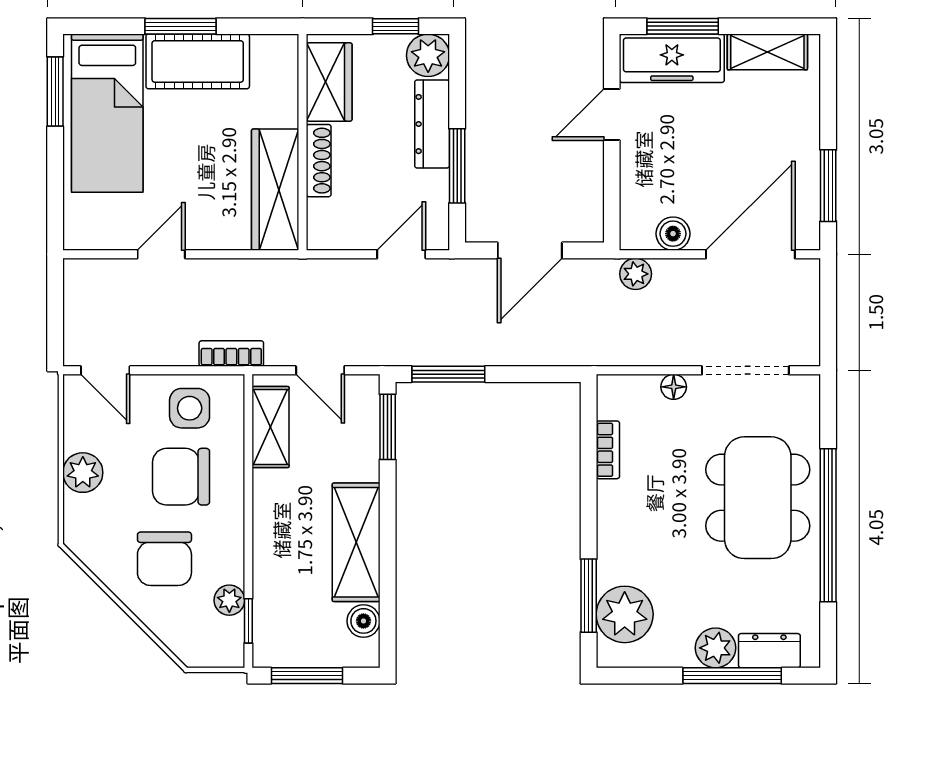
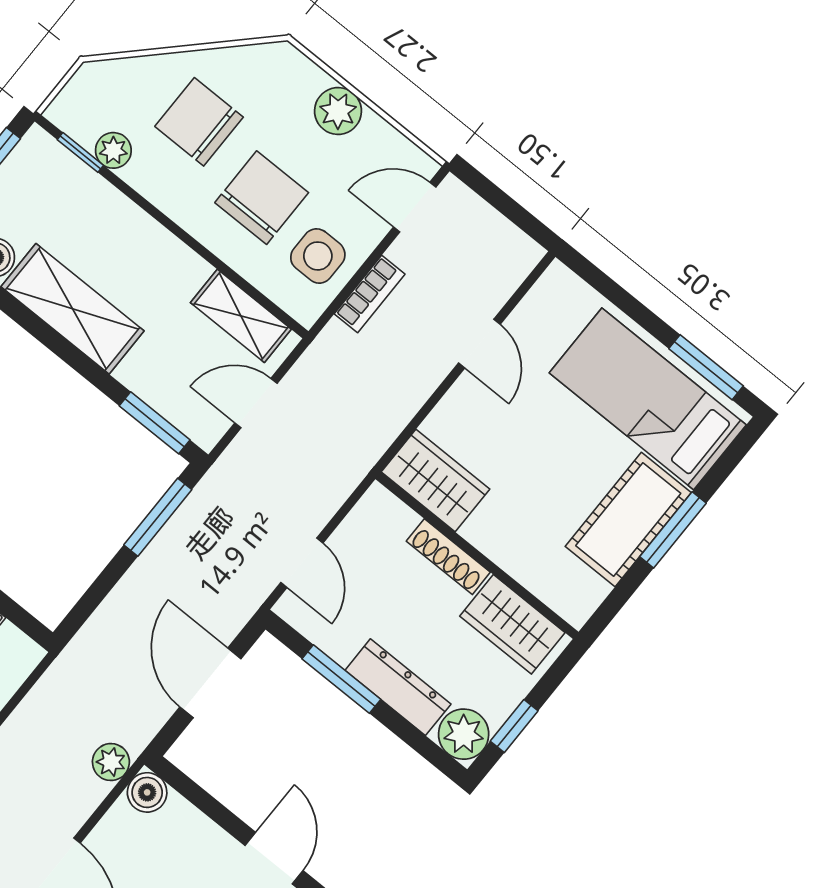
wardrobe: (275, 190) -> (436, 480), width x0.67
boiler: (673, 234) -> (147, 792), moved
bookcase: (231, 354) -> (370, 294), moved

